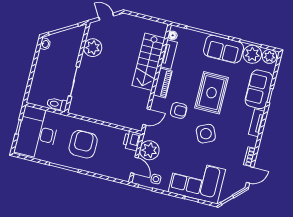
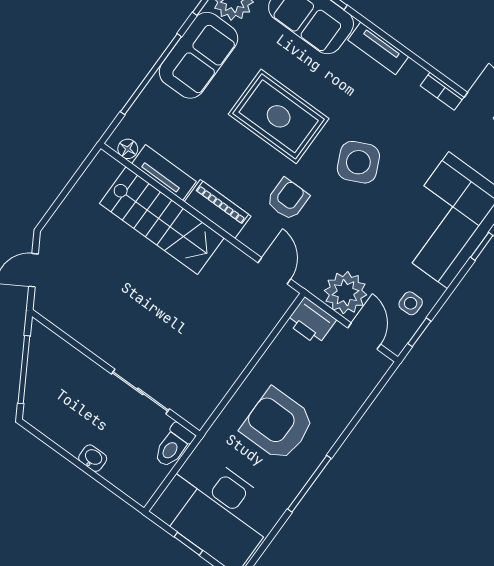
washbasin: (45, 44) -> (93, 458), moved
plant: (93, 48) -> (86, 324), removed
door: (134, 165) -> (364, 336), hinge flipped

